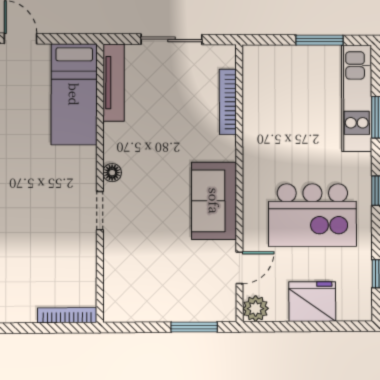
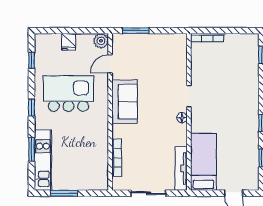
fridge: (312, 302) -> (69, 42), width x0.53, depth x0.75

